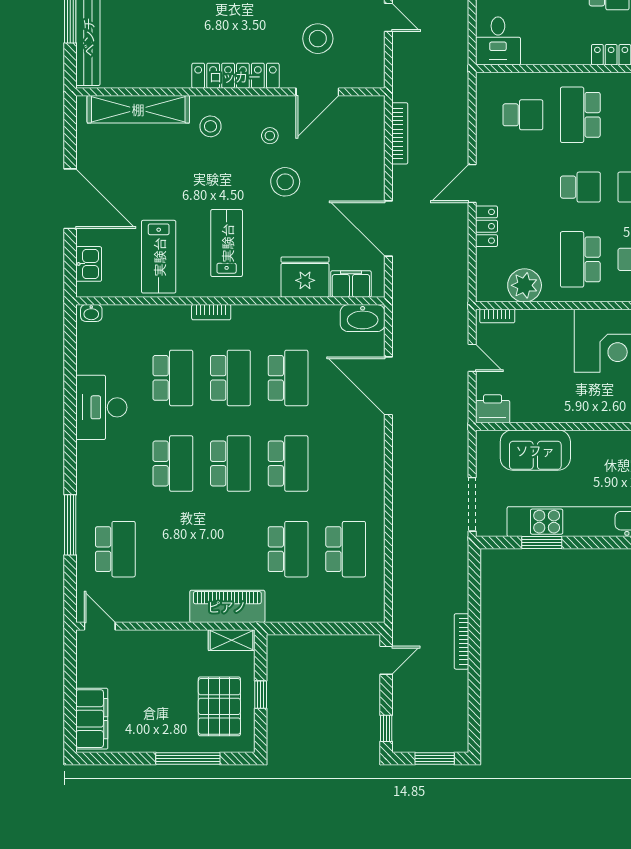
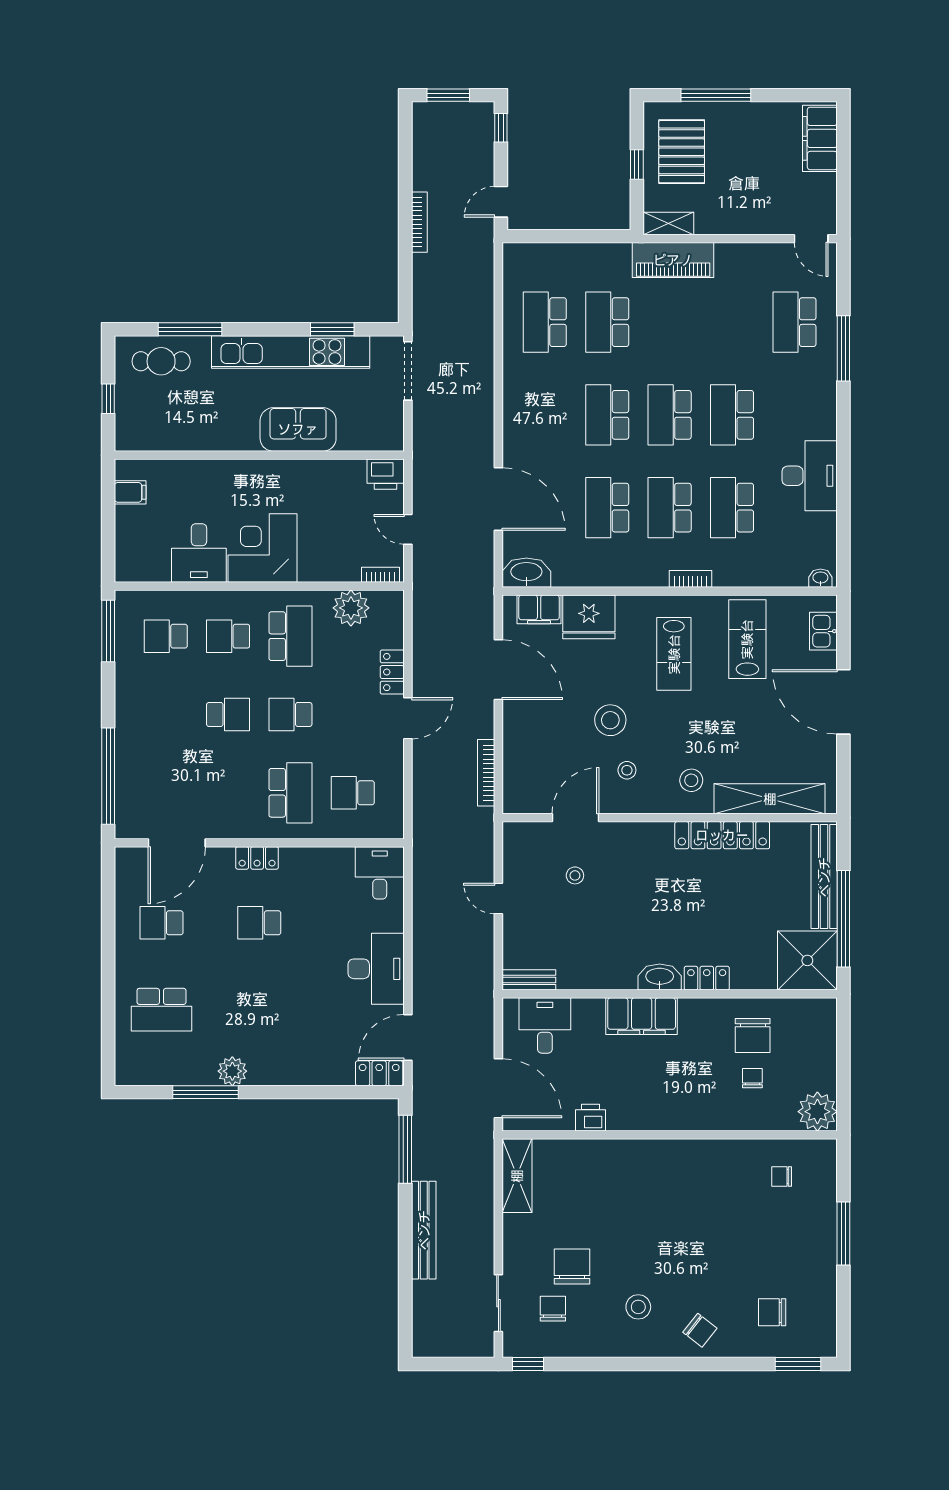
stool: (318, 39) -> (575, 875), width x0.53, depth x0.53
locker: (235, 76) -> (722, 835), moved
sofa: (535, 450) -> (298, 429), moved

